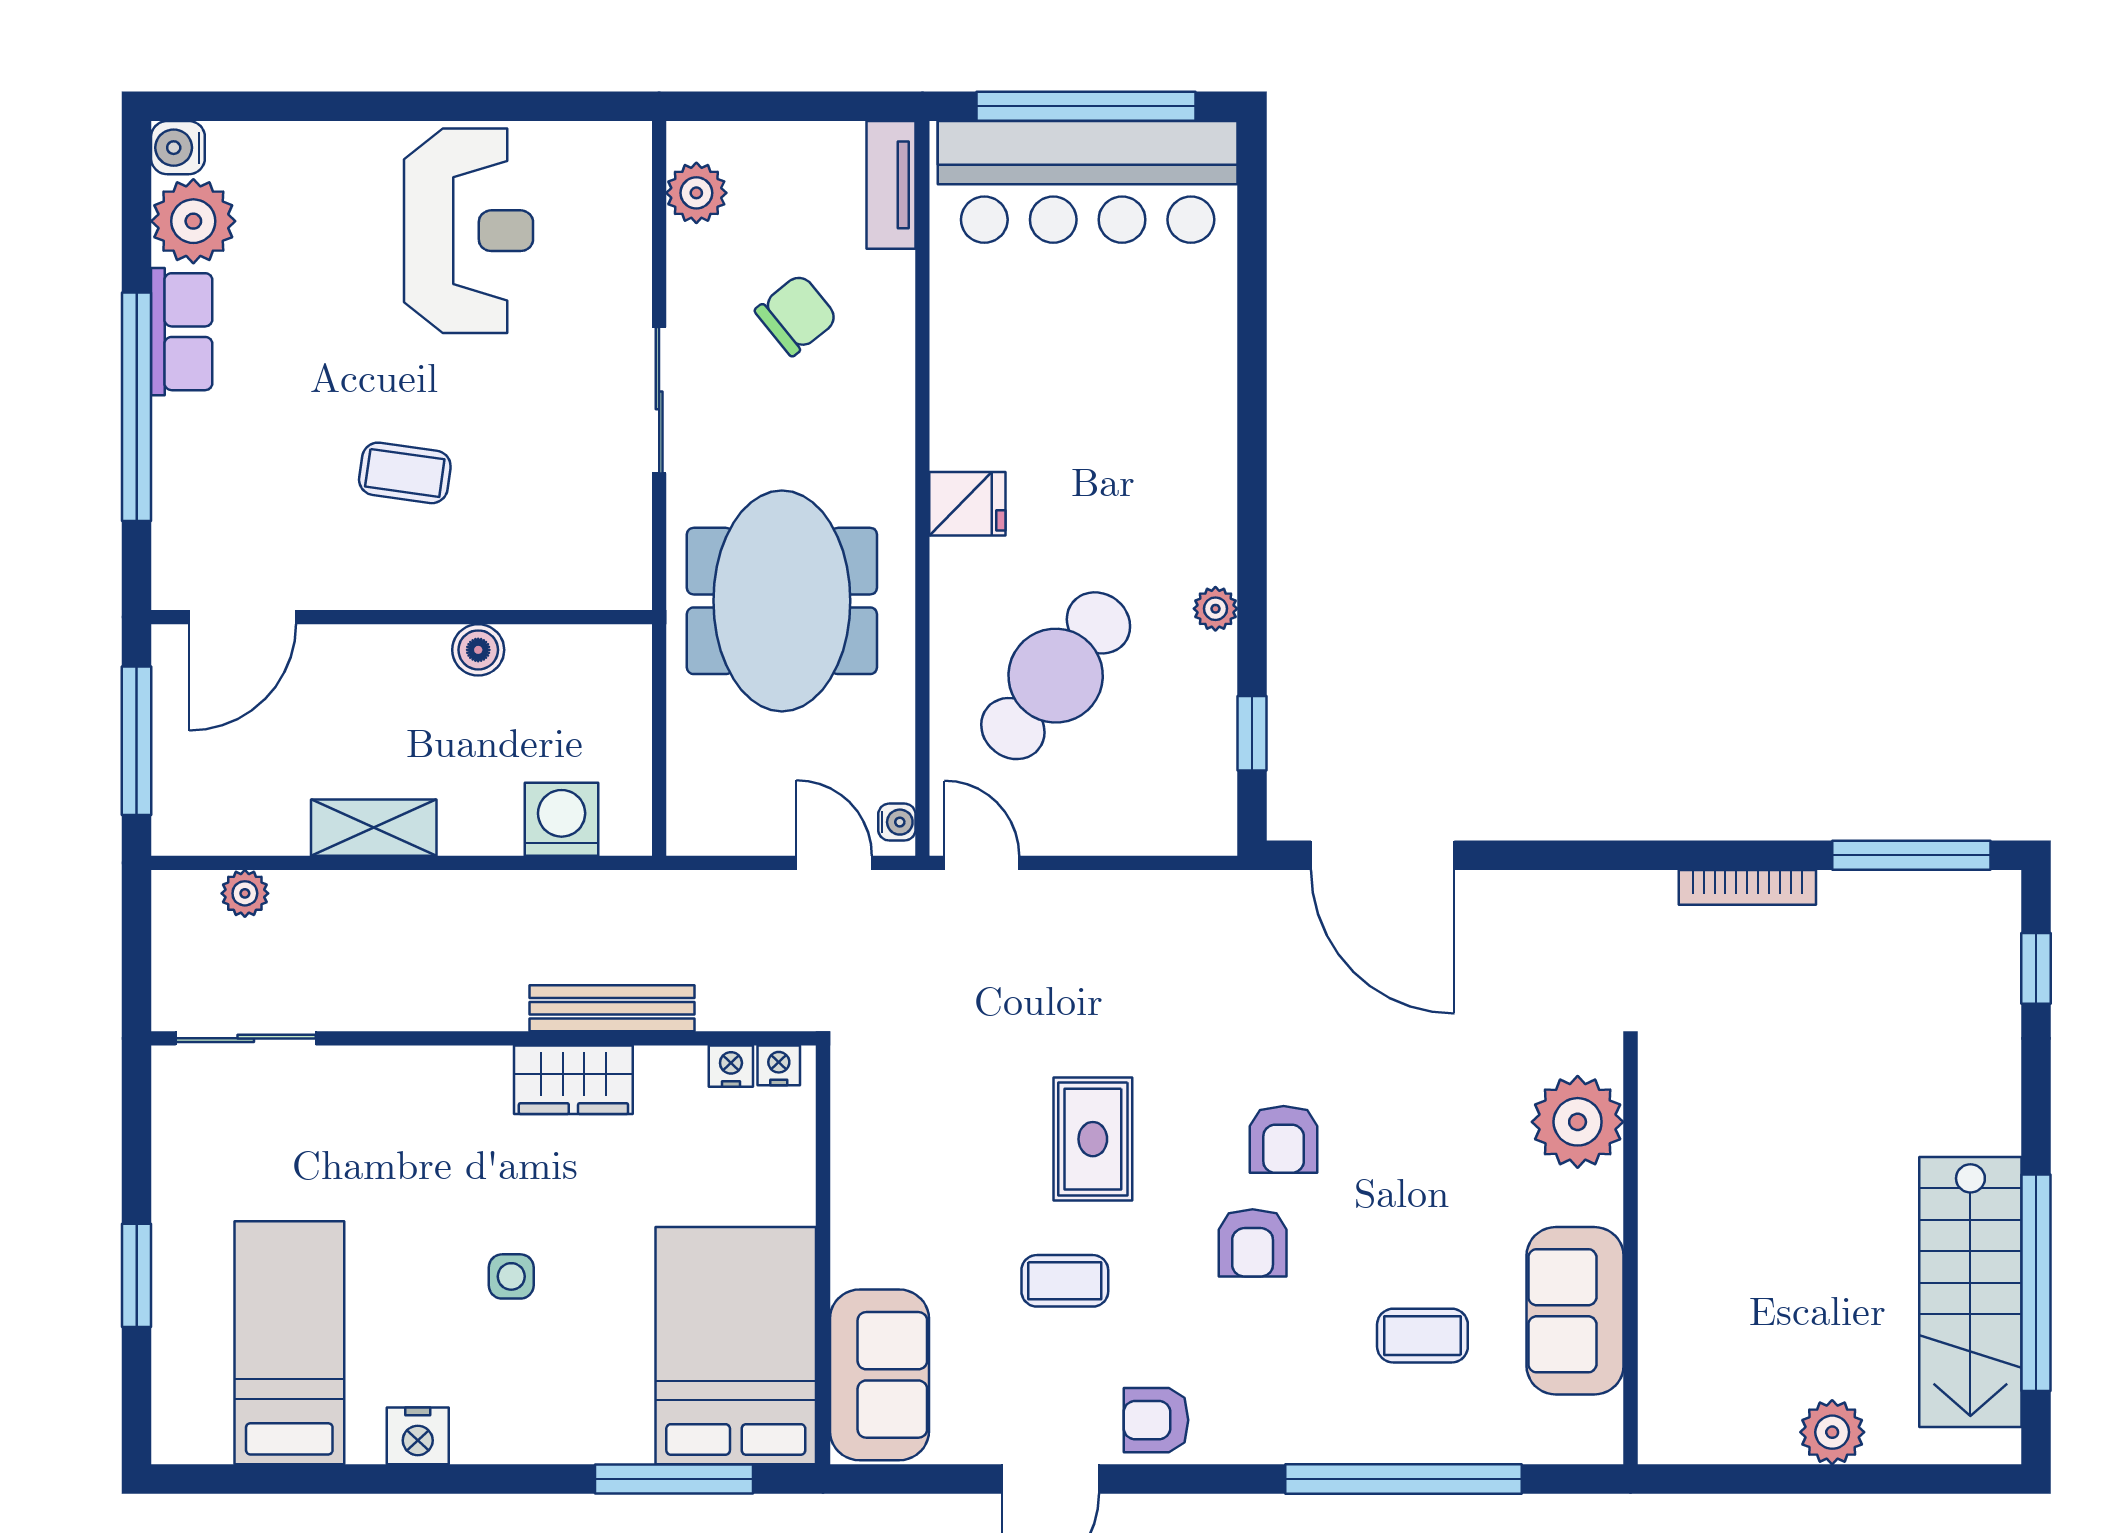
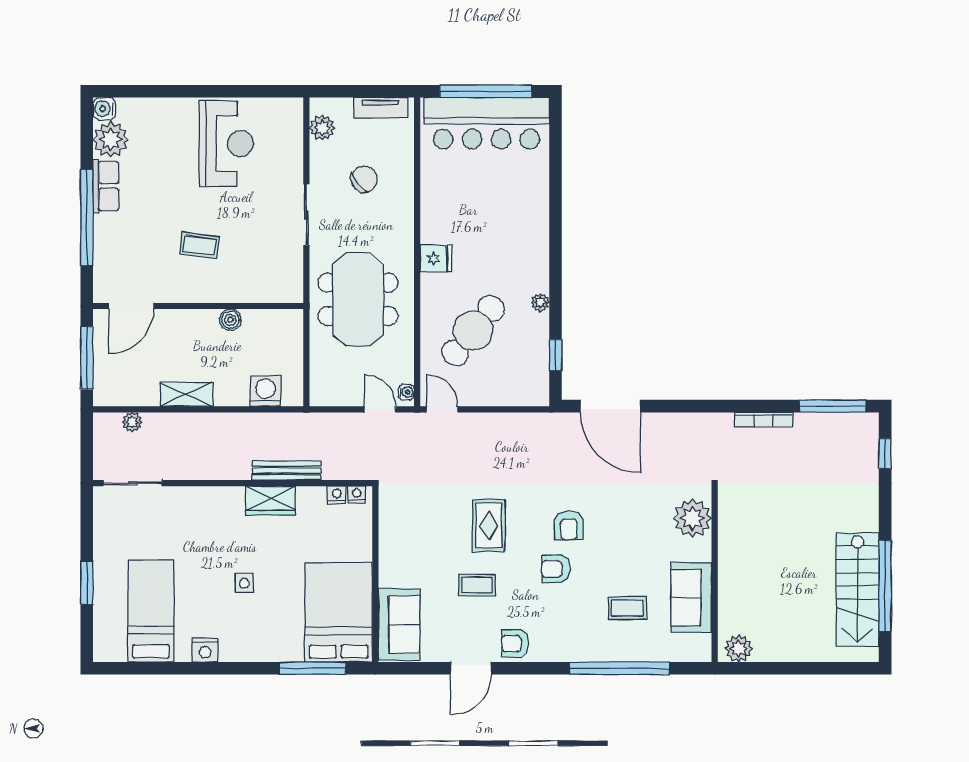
tv unit: (891, 185) -> (381, 108), moved, turned -90
armchair: (1253, 1243) -> (556, 569), turned 90
plant: (1832, 1432) -> (739, 649), moved

